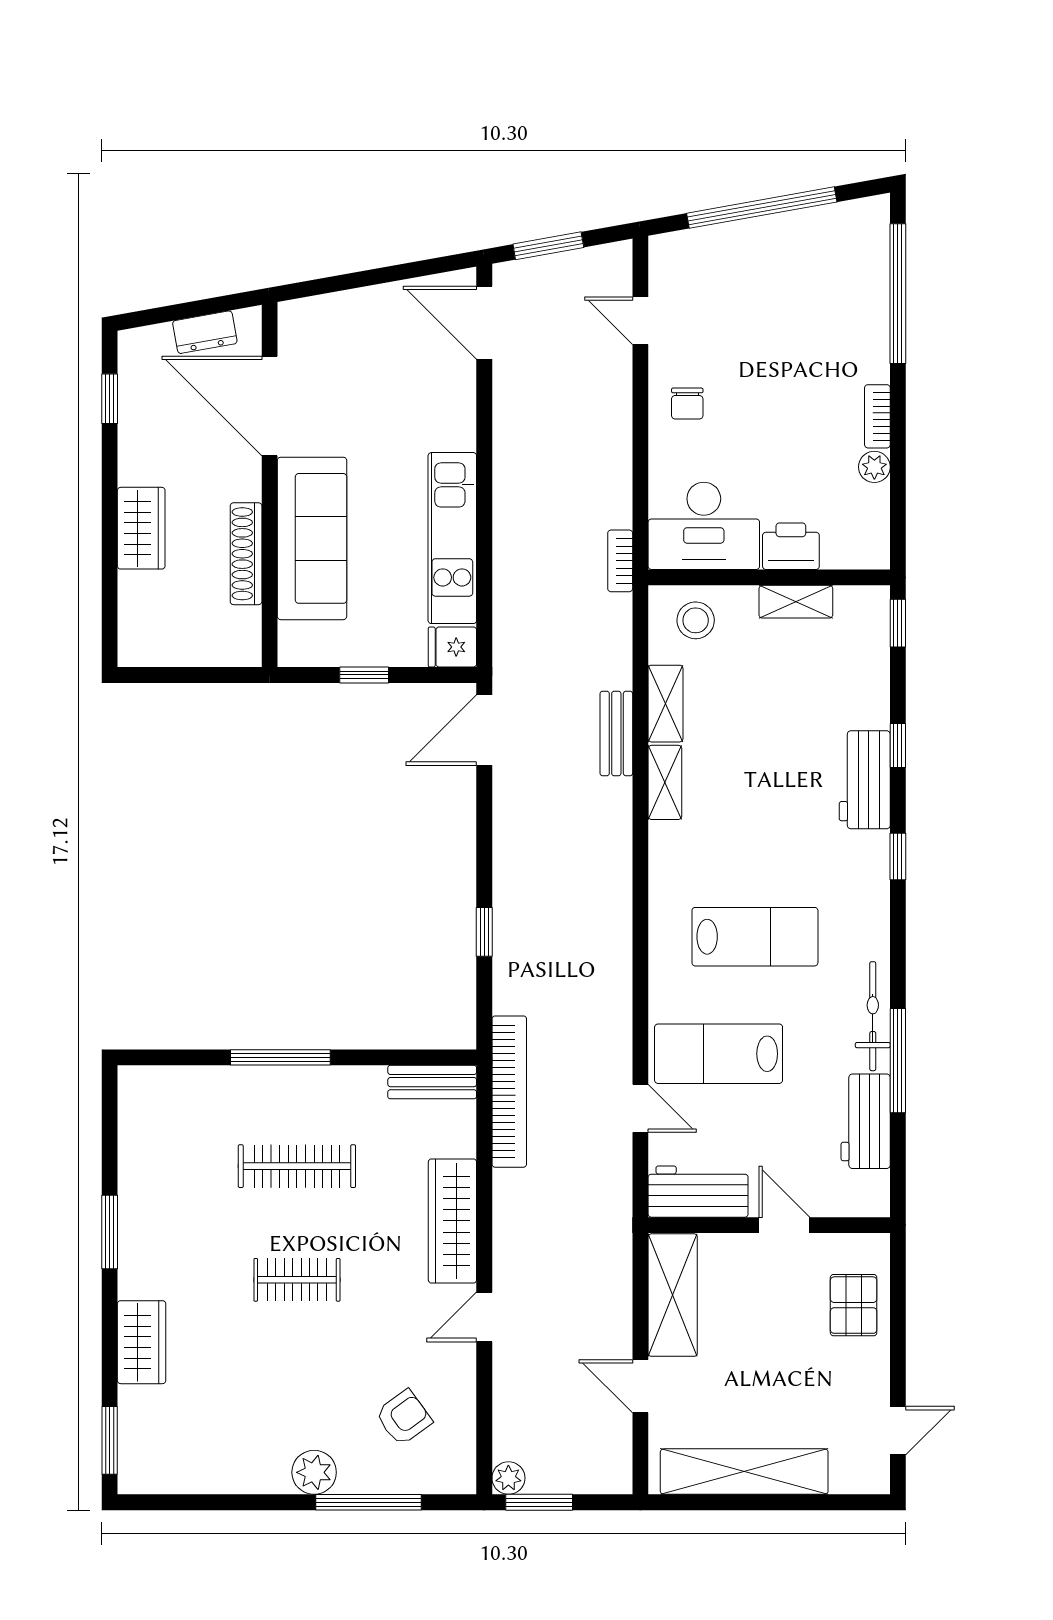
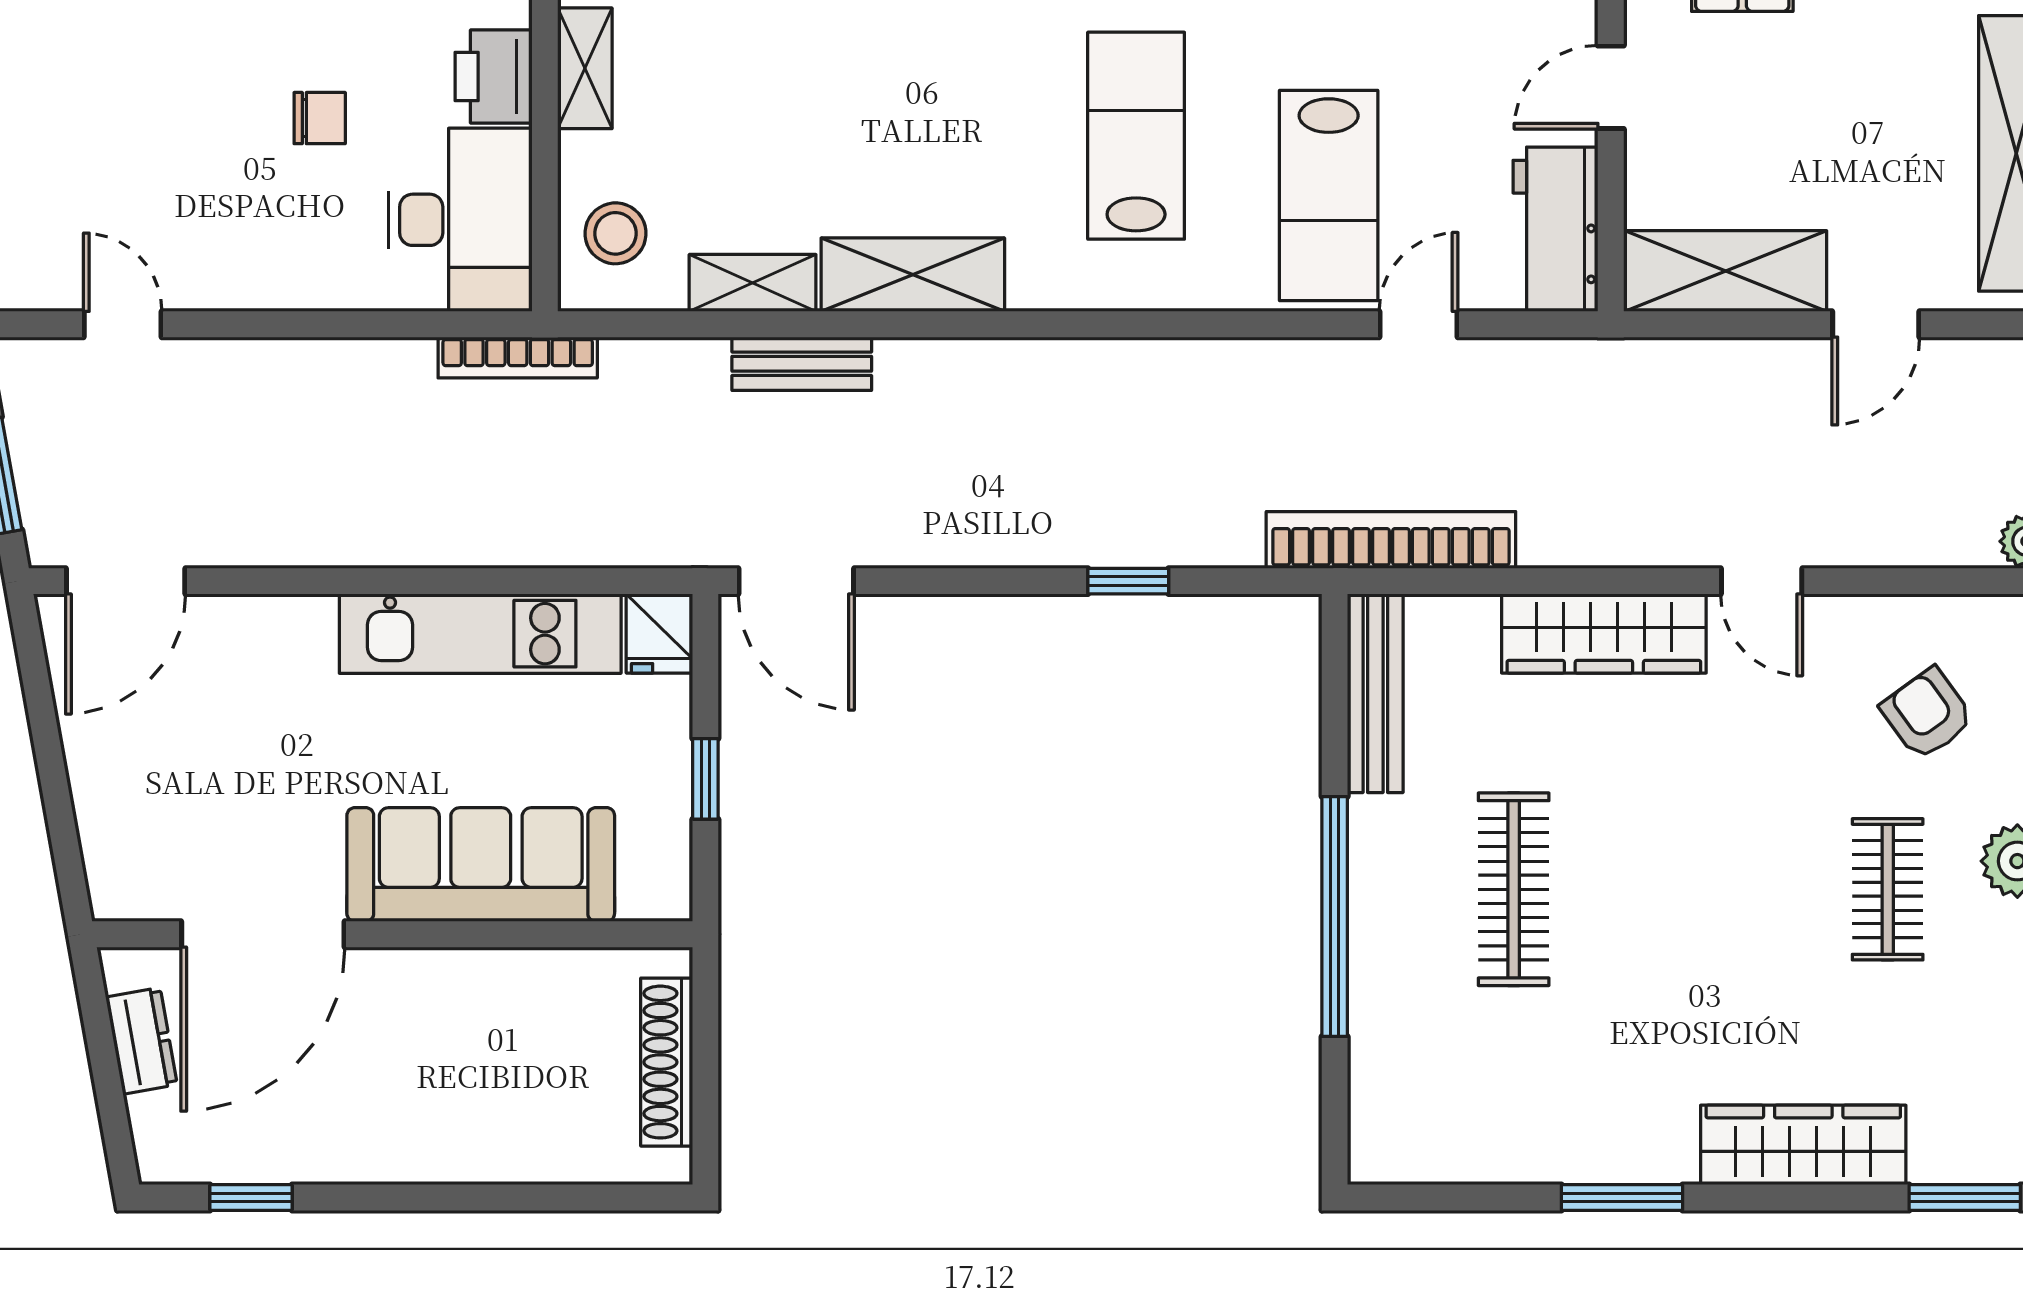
door: (640, 321) -> (123, 324), swing flipped
chair: (687, 404) -> (320, 118), moved
wardrobe: (141, 528) -> (464, 1146), removed
shoe rack: (246, 554) -> (667, 1062), moved, turned 90
bookcase: (620, 561) -> (518, 357), width x1.56
shelving: (665, 782) -> (913, 275), width x1.50, depth x1.33
window: (280, 1057) -> (1335, 917), width x1.46
bench: (432, 1082) -> (1375, 693), width x1.36
clothes rail: (297, 1280) -> (1888, 889), moved
wardrobe: (142, 1342) -> (1803, 1145), width x1.50

